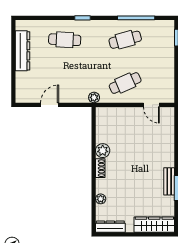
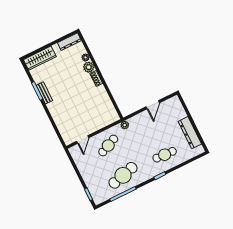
cafe table: (125, 40) -> (123, 175), width x1.37, depth x1.35
door: (151, 105) -> (83, 139), swing flipped
plant: (103, 151) -> (89, 67), moved

